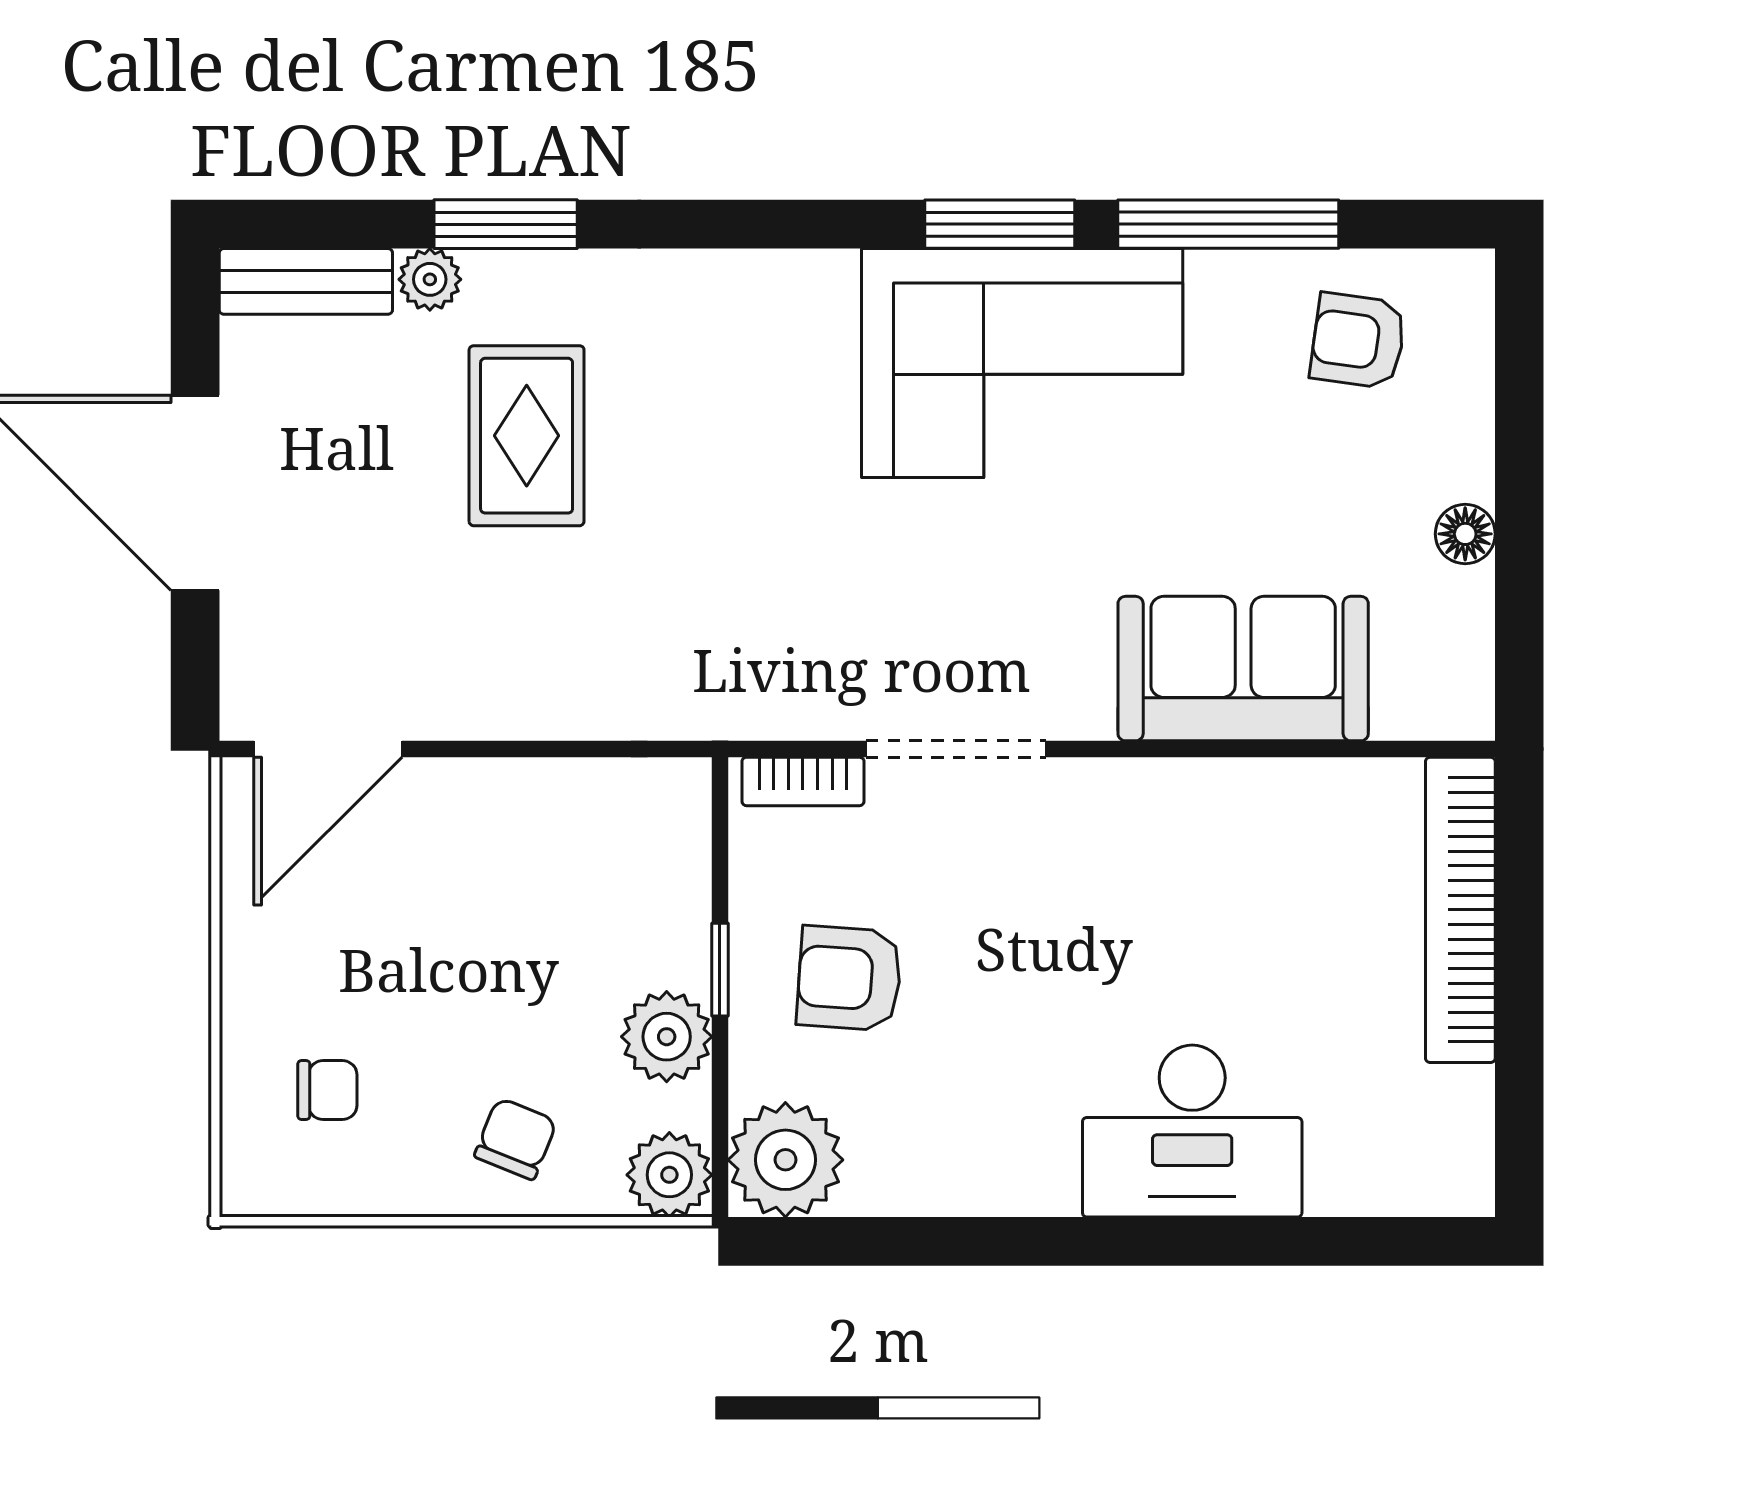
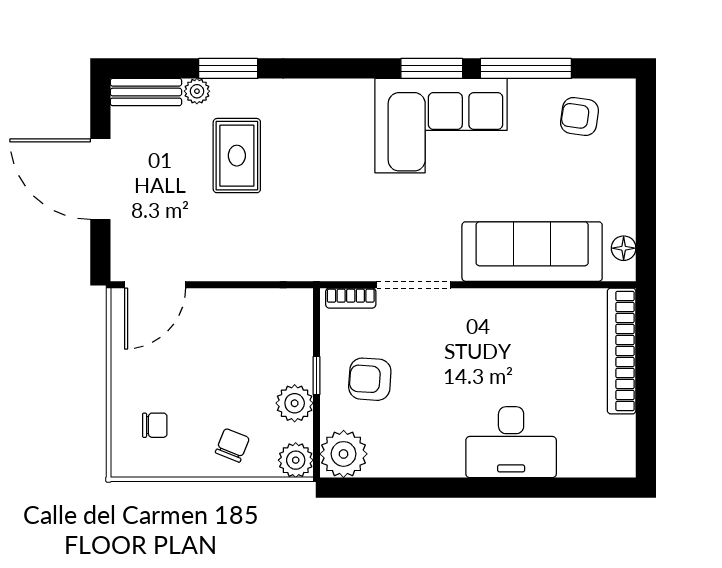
floor lamp: (1465, 534) -> (624, 248), moved
sofa: (1243, 669) -> (532, 252), width x1.36

